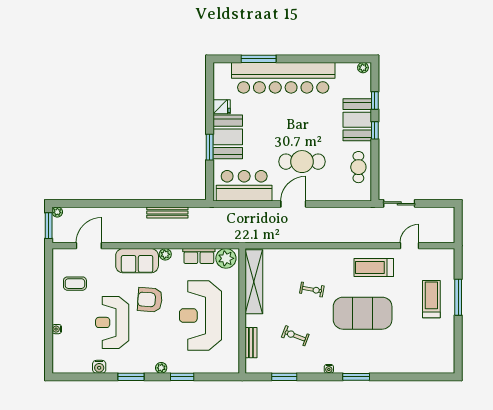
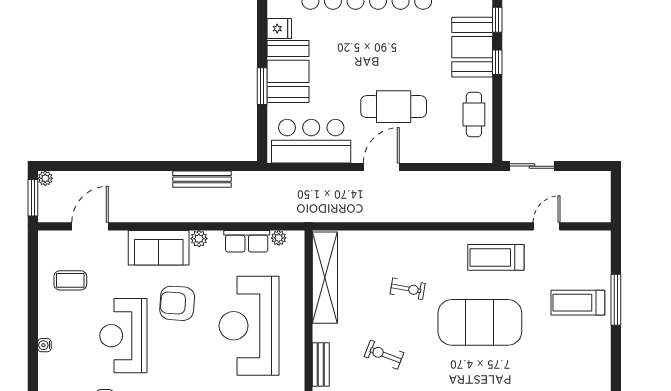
plant: (226, 258) -> (279, 238), width x0.53, depth x0.53
treadmill: (431, 299) -> (578, 303), turned -90

